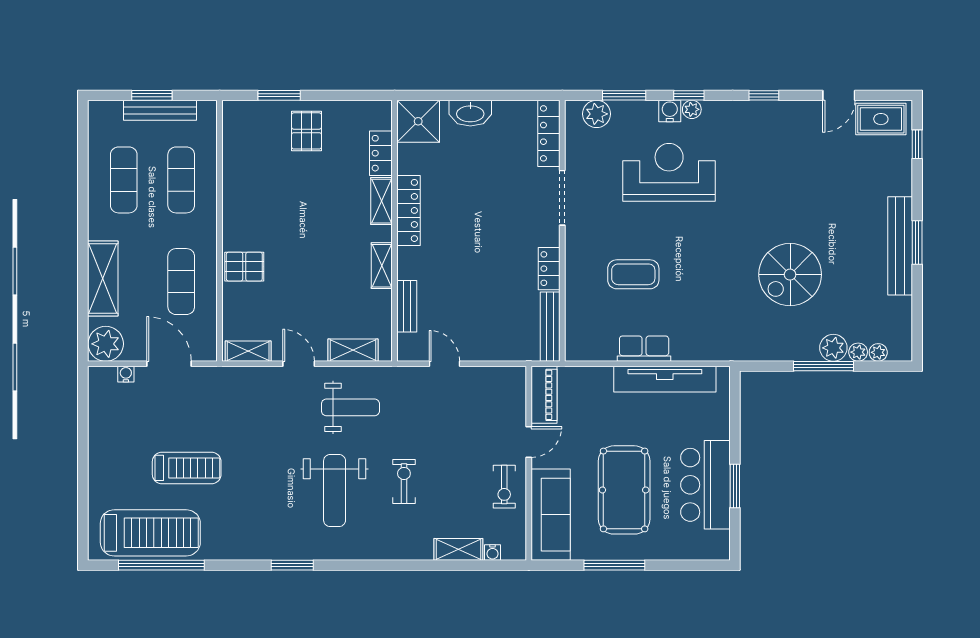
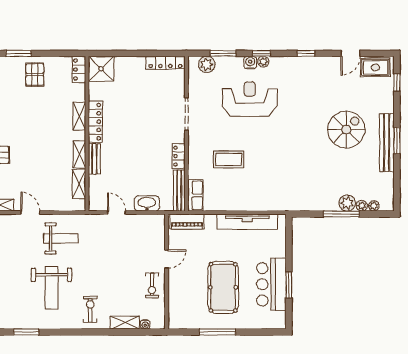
washbasin: (470, 113) -> (147, 203), moved, turned 180
locker: (549, 133) -> (165, 63), moved, turned -90
locker: (381, 153) -> (79, 69), moved
spiral stairs: (790, 275) -> (346, 130), moved, turned 180
bench: (407, 306) -> (94, 159), moved
row of seats: (644, 349) -> (195, 195), moved, turned 90
shelving: (353, 350) -> (79, 184), moved, turned 90
piano: (544, 395) -> (187, 222), moved, turned 90
exercise bike: (404, 481) -> (90, 309), moved
sofa: (551, 515) -> (180, 302), removed

